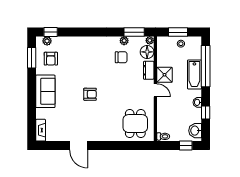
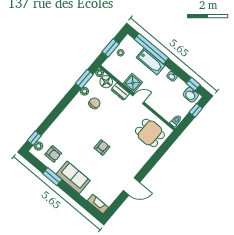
window: (32, 58) -> (52, 177), moved
window: (206, 113) -> (193, 84), moved

